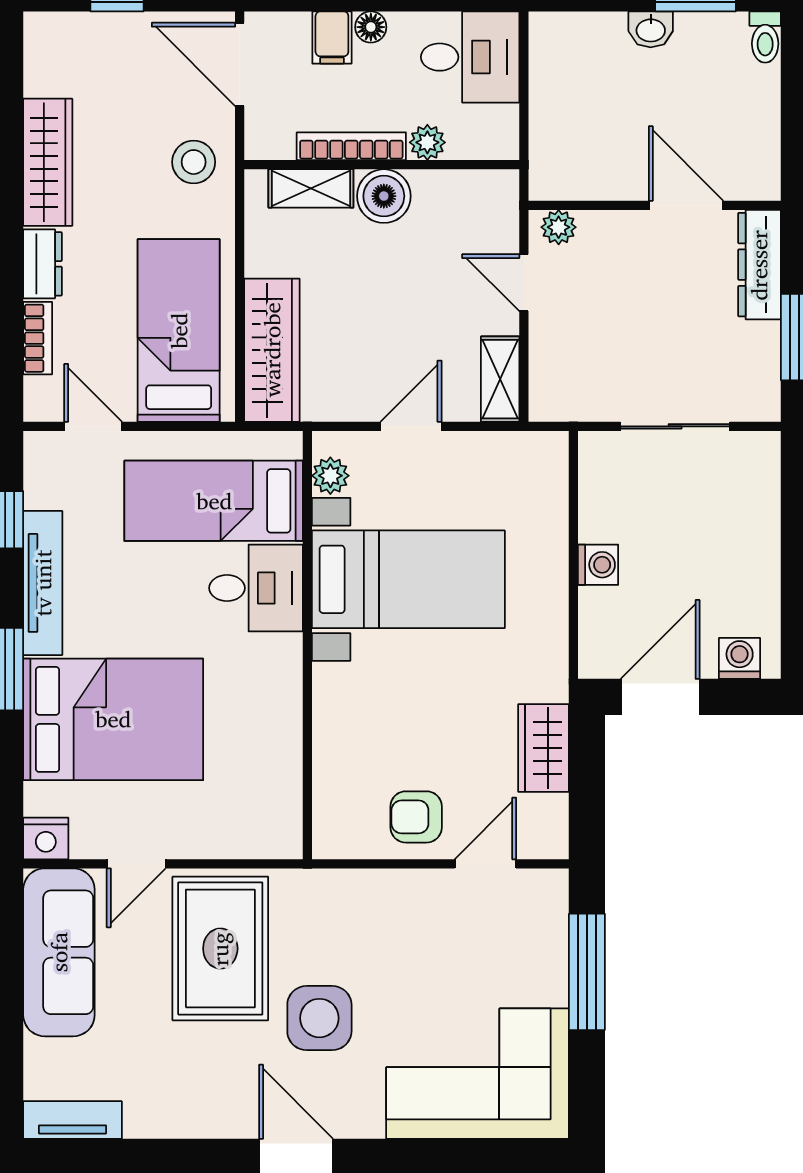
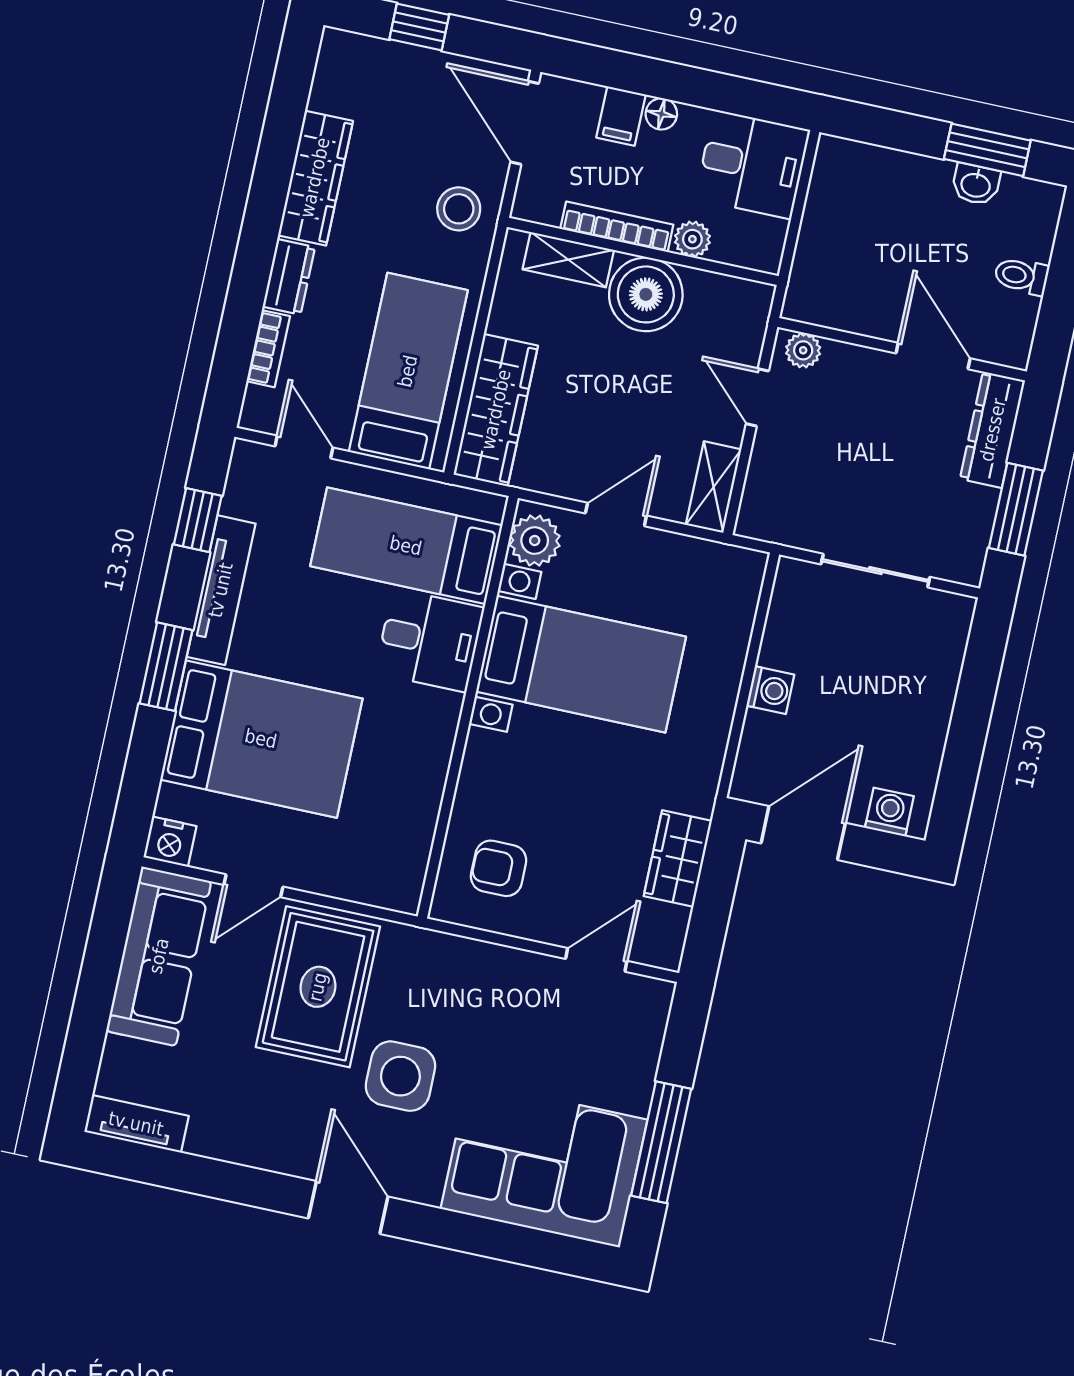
washbasin: (651, 29) -> (976, 184), moved
toilet: (765, 37) -> (1021, 276), moved, turned 90
boiler: (384, 196) -> (646, 294), width x1.37, depth x1.37
plant: (330, 476) -> (535, 541), width x1.38, depth x1.38
armchair: (416, 817) -> (499, 868), moved
window: (587, 972) -> (661, 1142), moved

